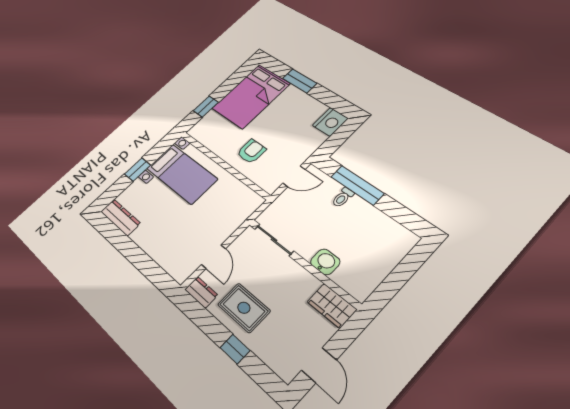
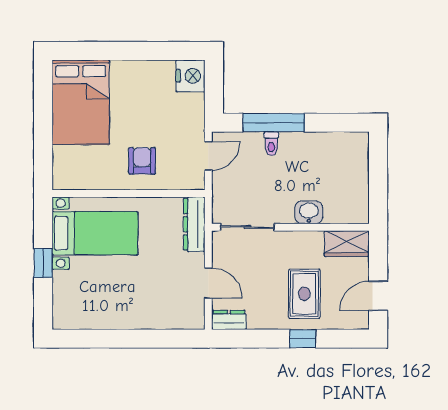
window: (300, 81) -> (116, 51), removed
window: (206, 107) -> (43, 147), removed
dresser: (120, 217) -> (194, 224), moved, turned -90
rug: (244, 308) -> (304, 294), moved, turned 90
door: (319, 365) -> (378, 296), swing flipped

